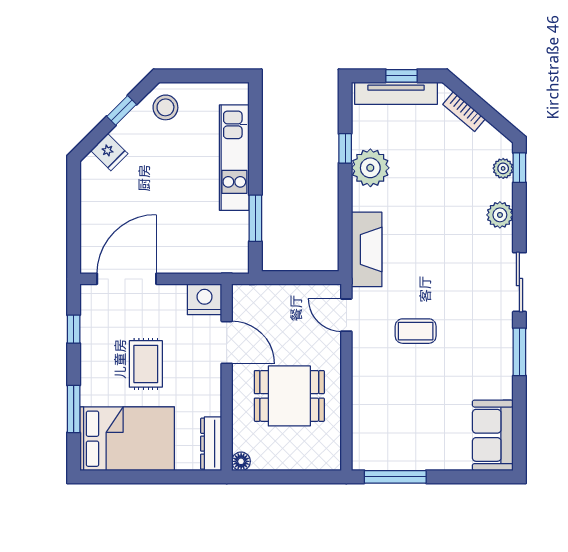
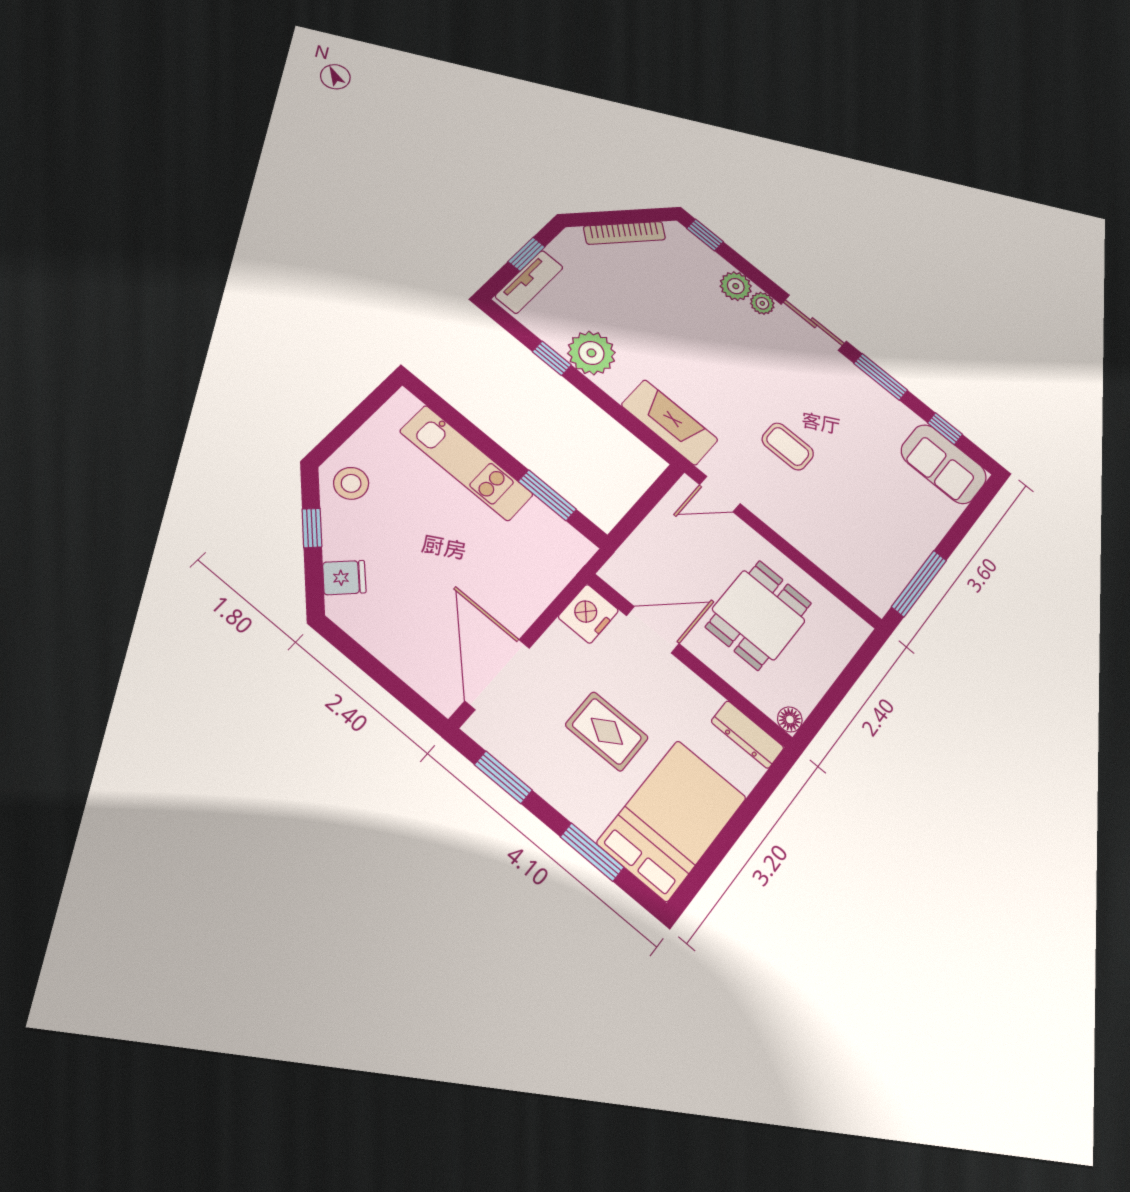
tv unit: (396, 93) -> (529, 282), width x0.71
bookcase: (464, 112) -> (625, 233), width x1.56
plant: (503, 168) -> (762, 303), moved
window: (74, 329) -> (503, 777), width x1.50
coffee table: (416, 331) -> (788, 446), turned 90
window: (519, 419) -> (945, 429), added

